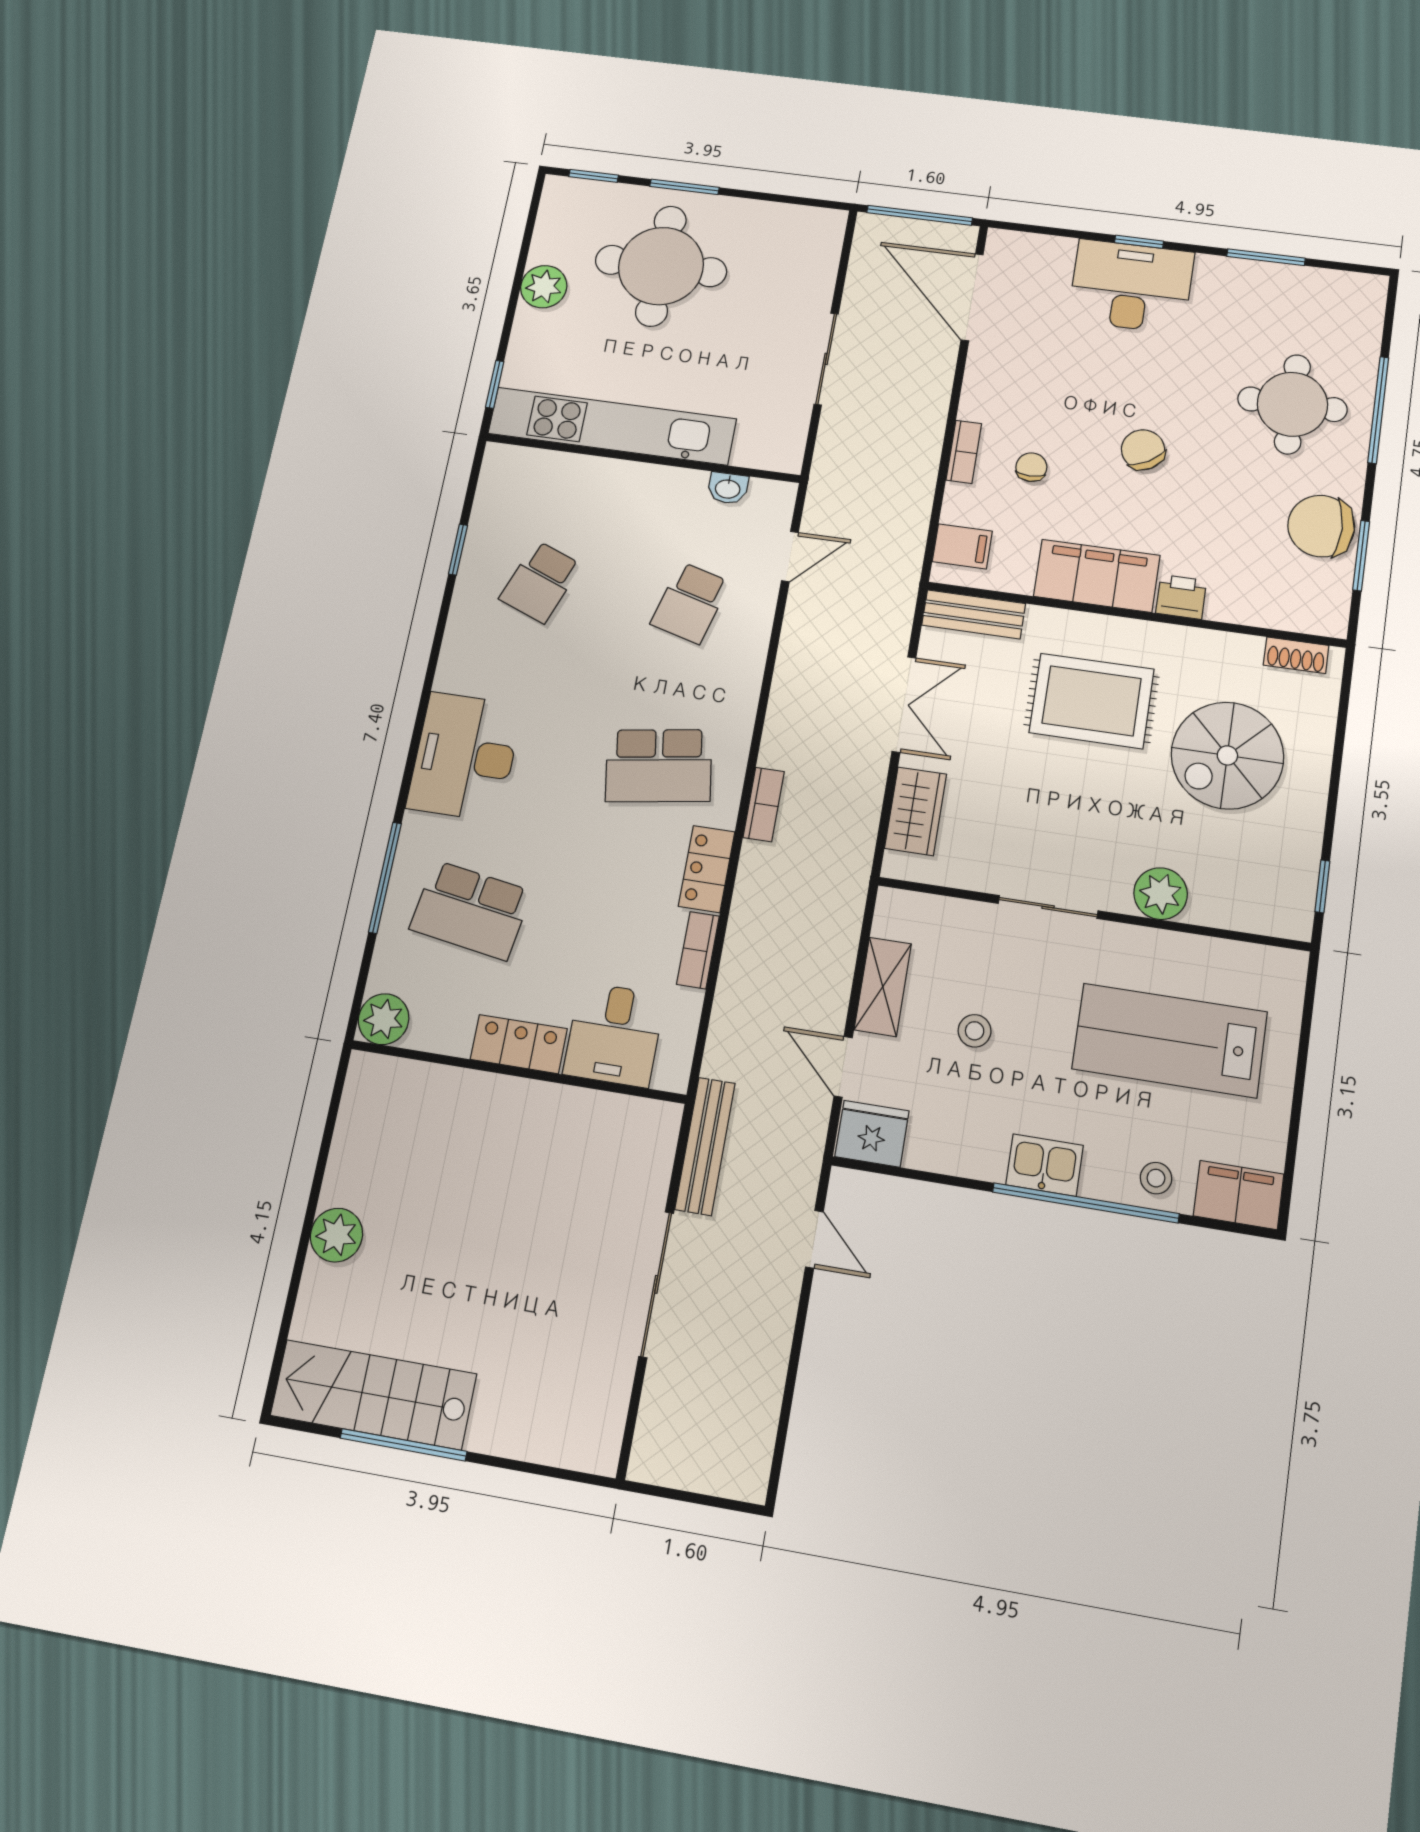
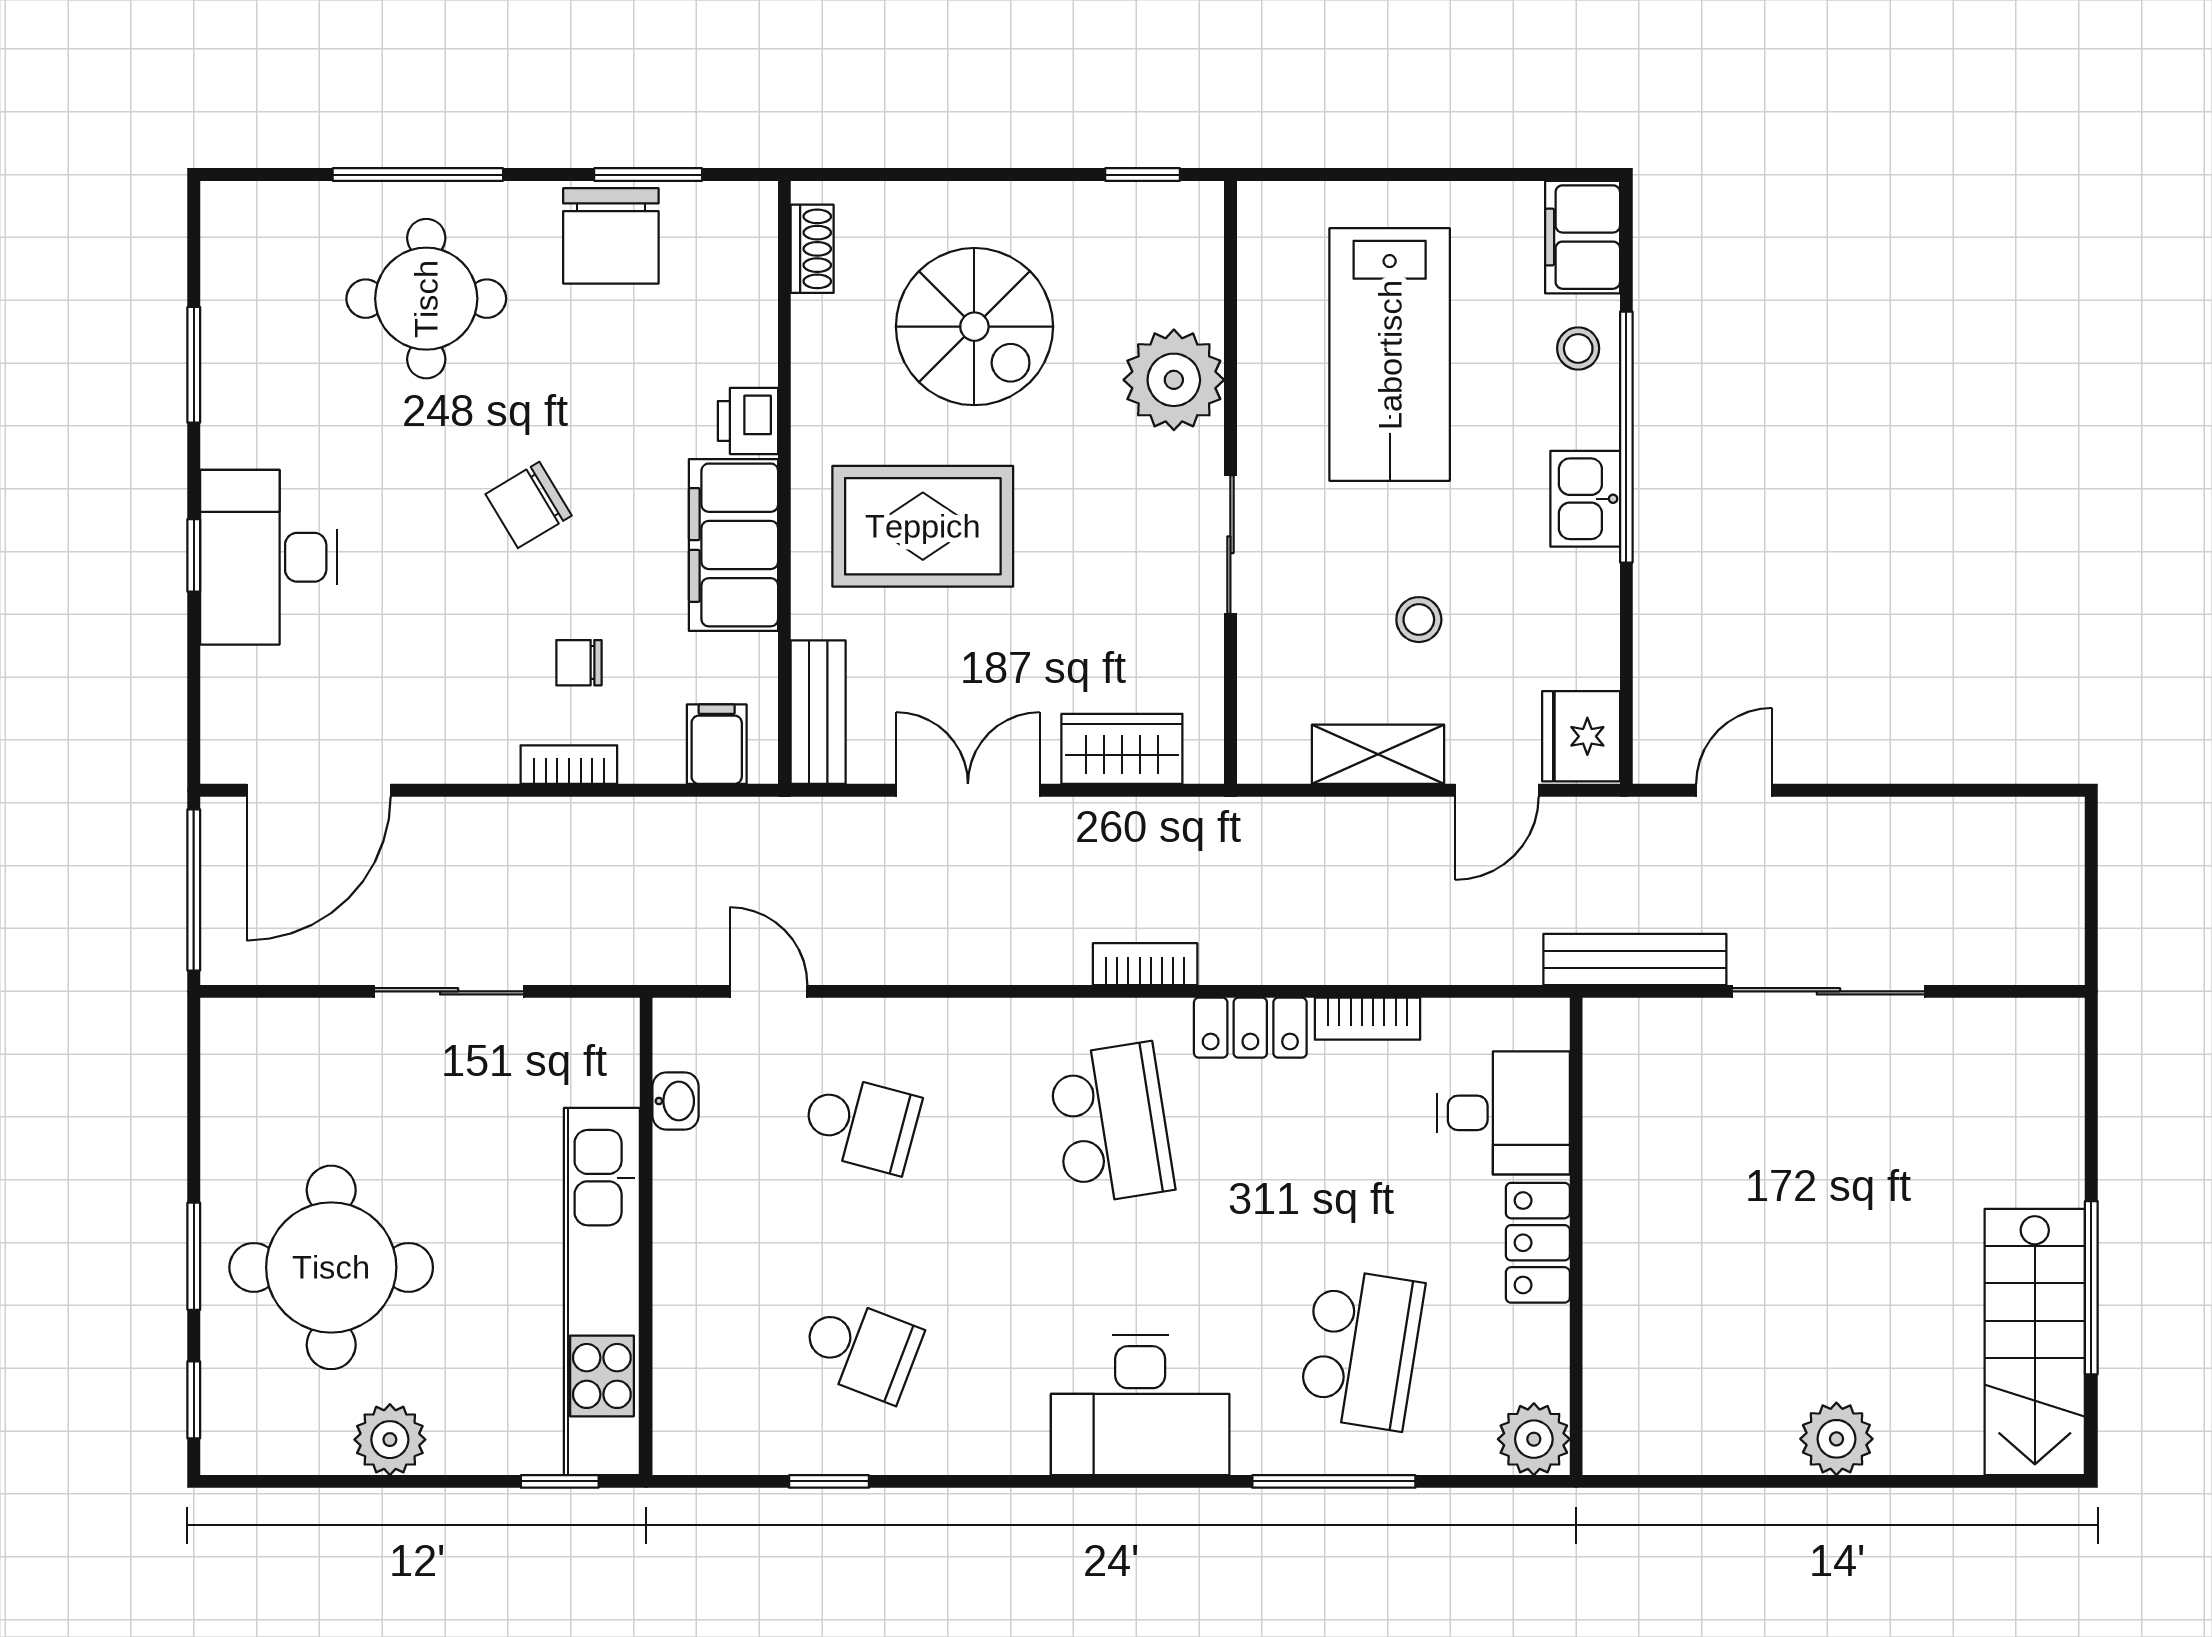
rug: (1092, 701) -> (923, 526), turned 90
plant: (1161, 894) -> (1174, 380), width x1.36, depth x1.36

